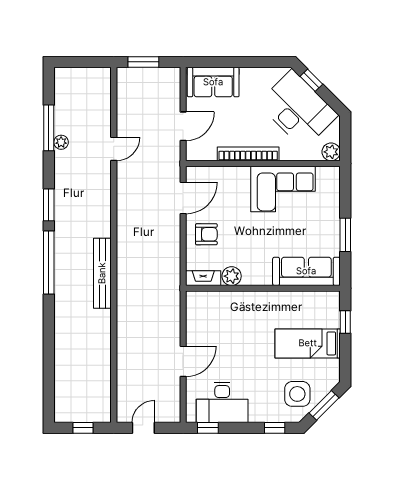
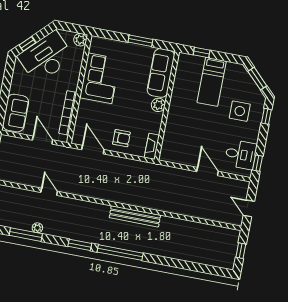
bookcase: (248, 154) -> (68, 113), moved
armchair: (206, 234) -> (121, 138), turned 90
plant: (232, 276) -> (158, 105), moved
side table: (297, 394) -> (240, 111), moved
desk: (222, 402) -> (241, 155), width x0.73

